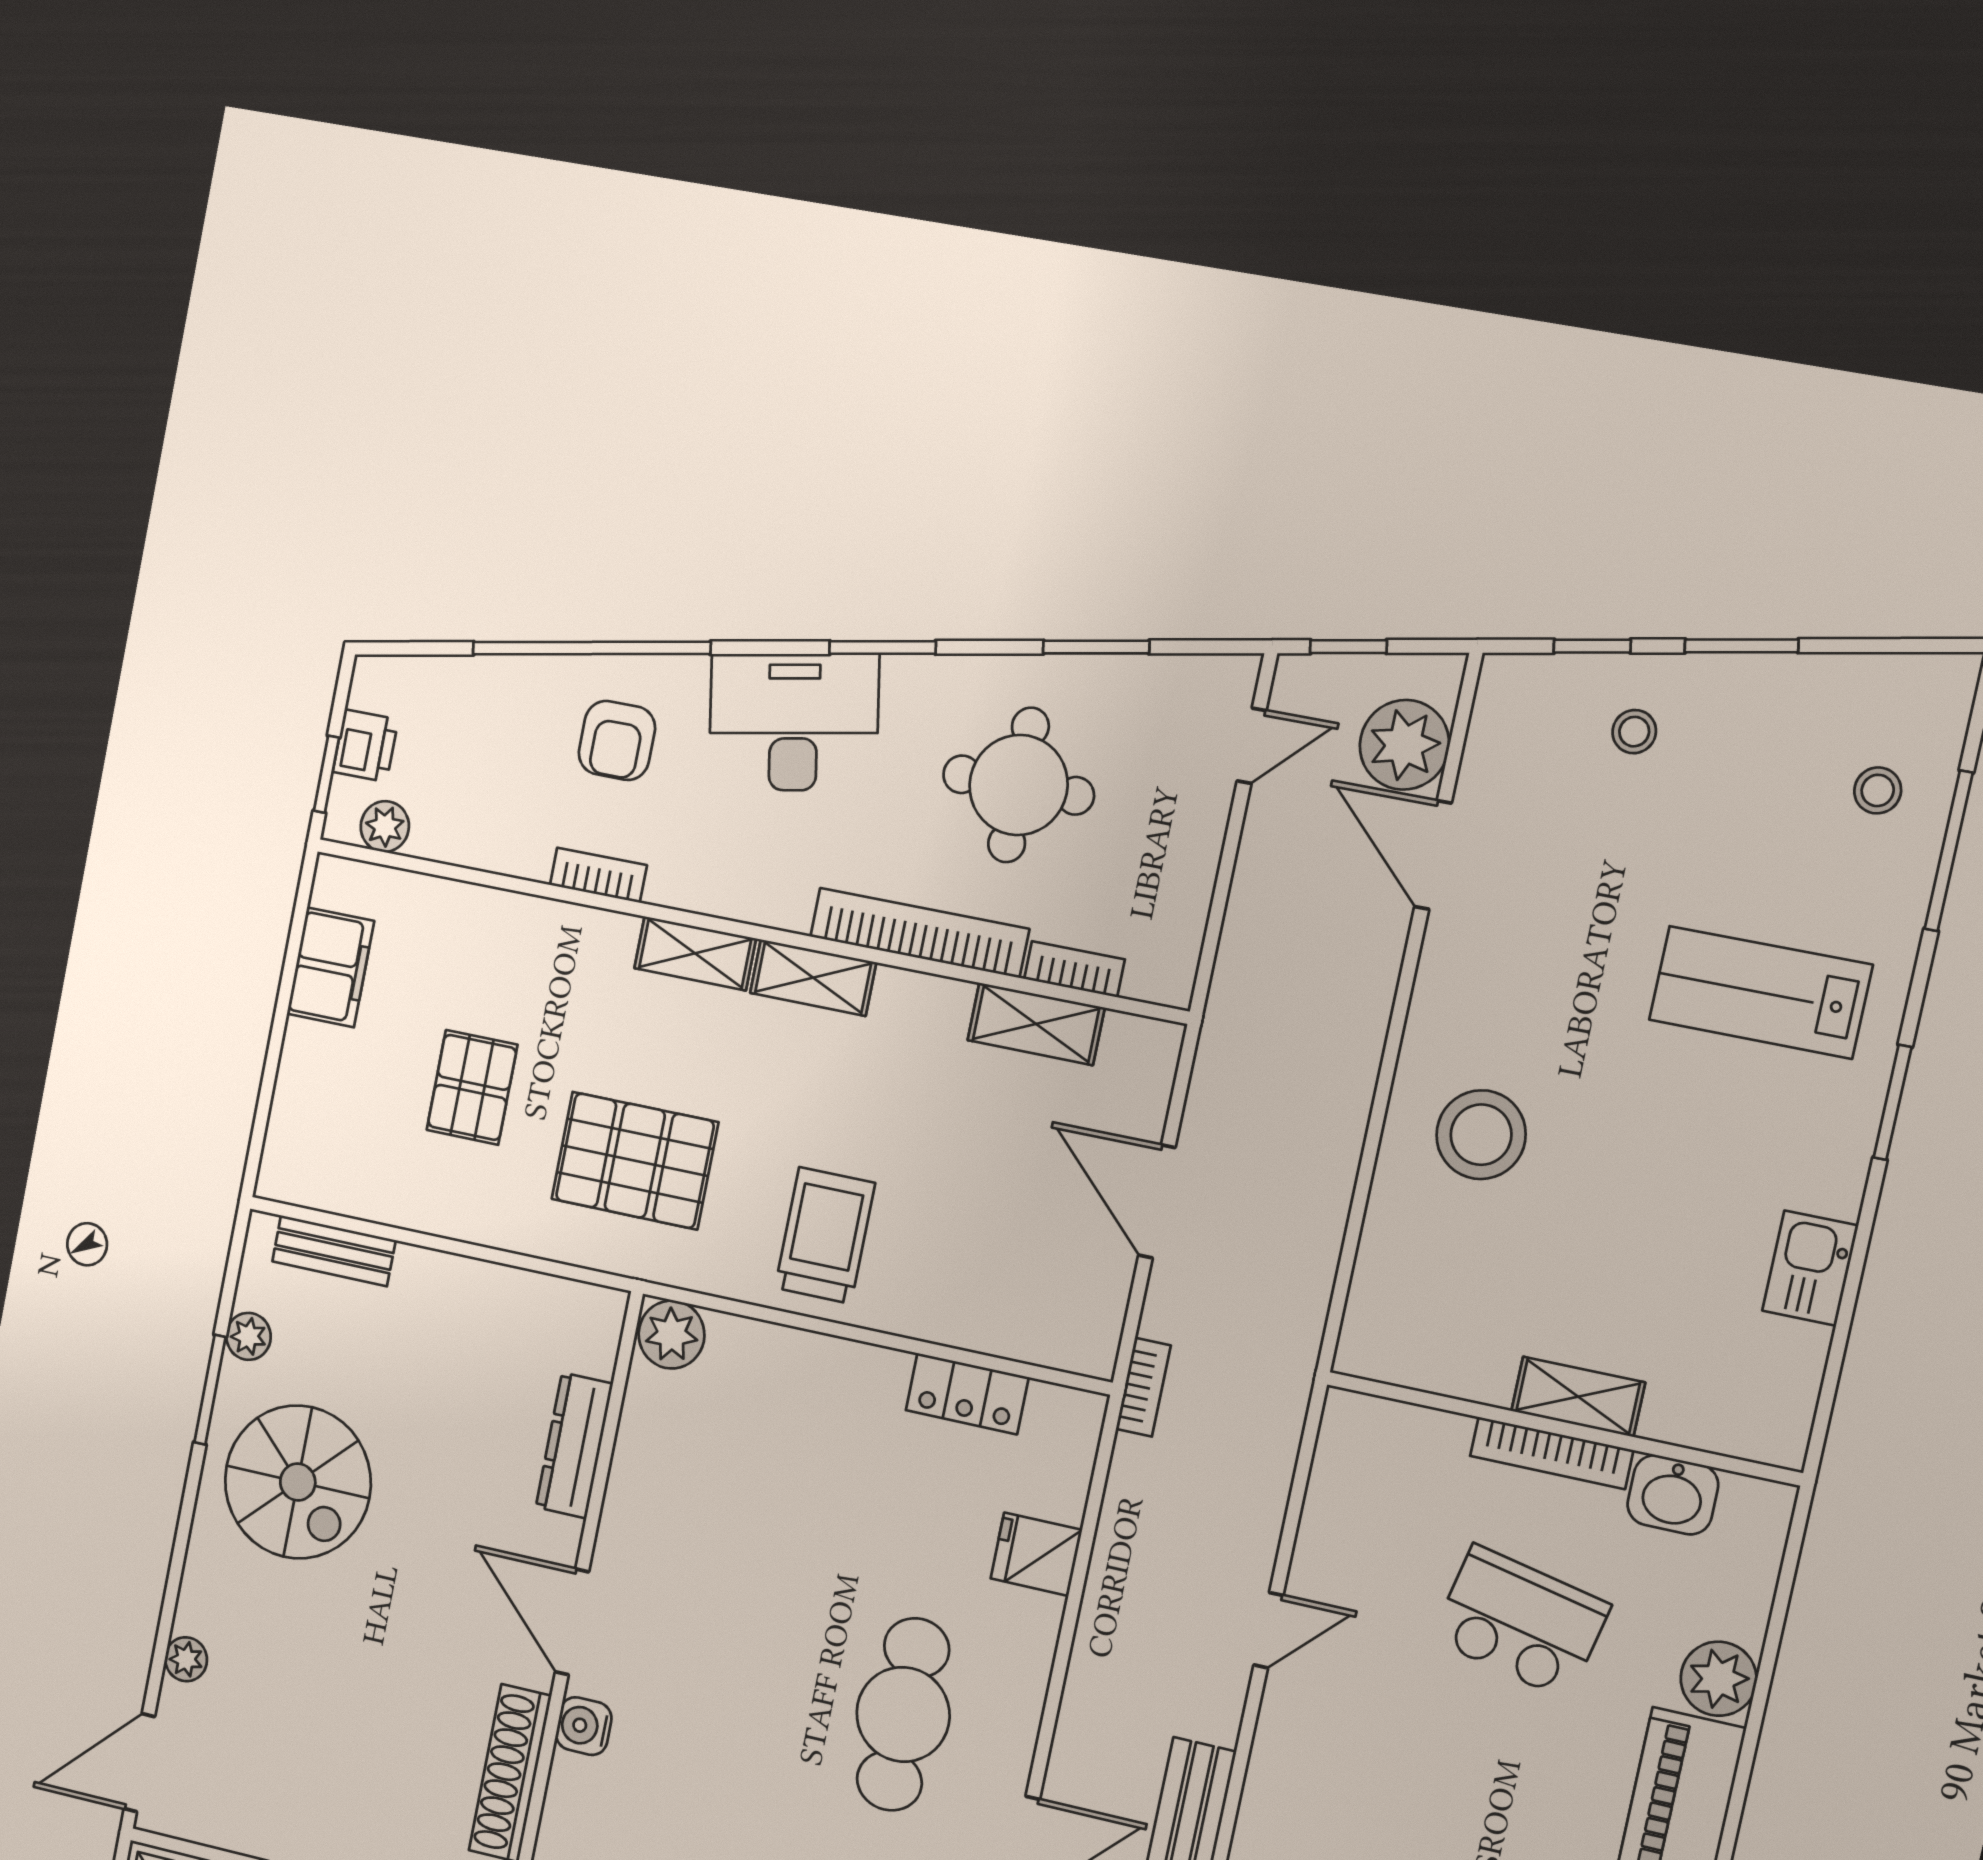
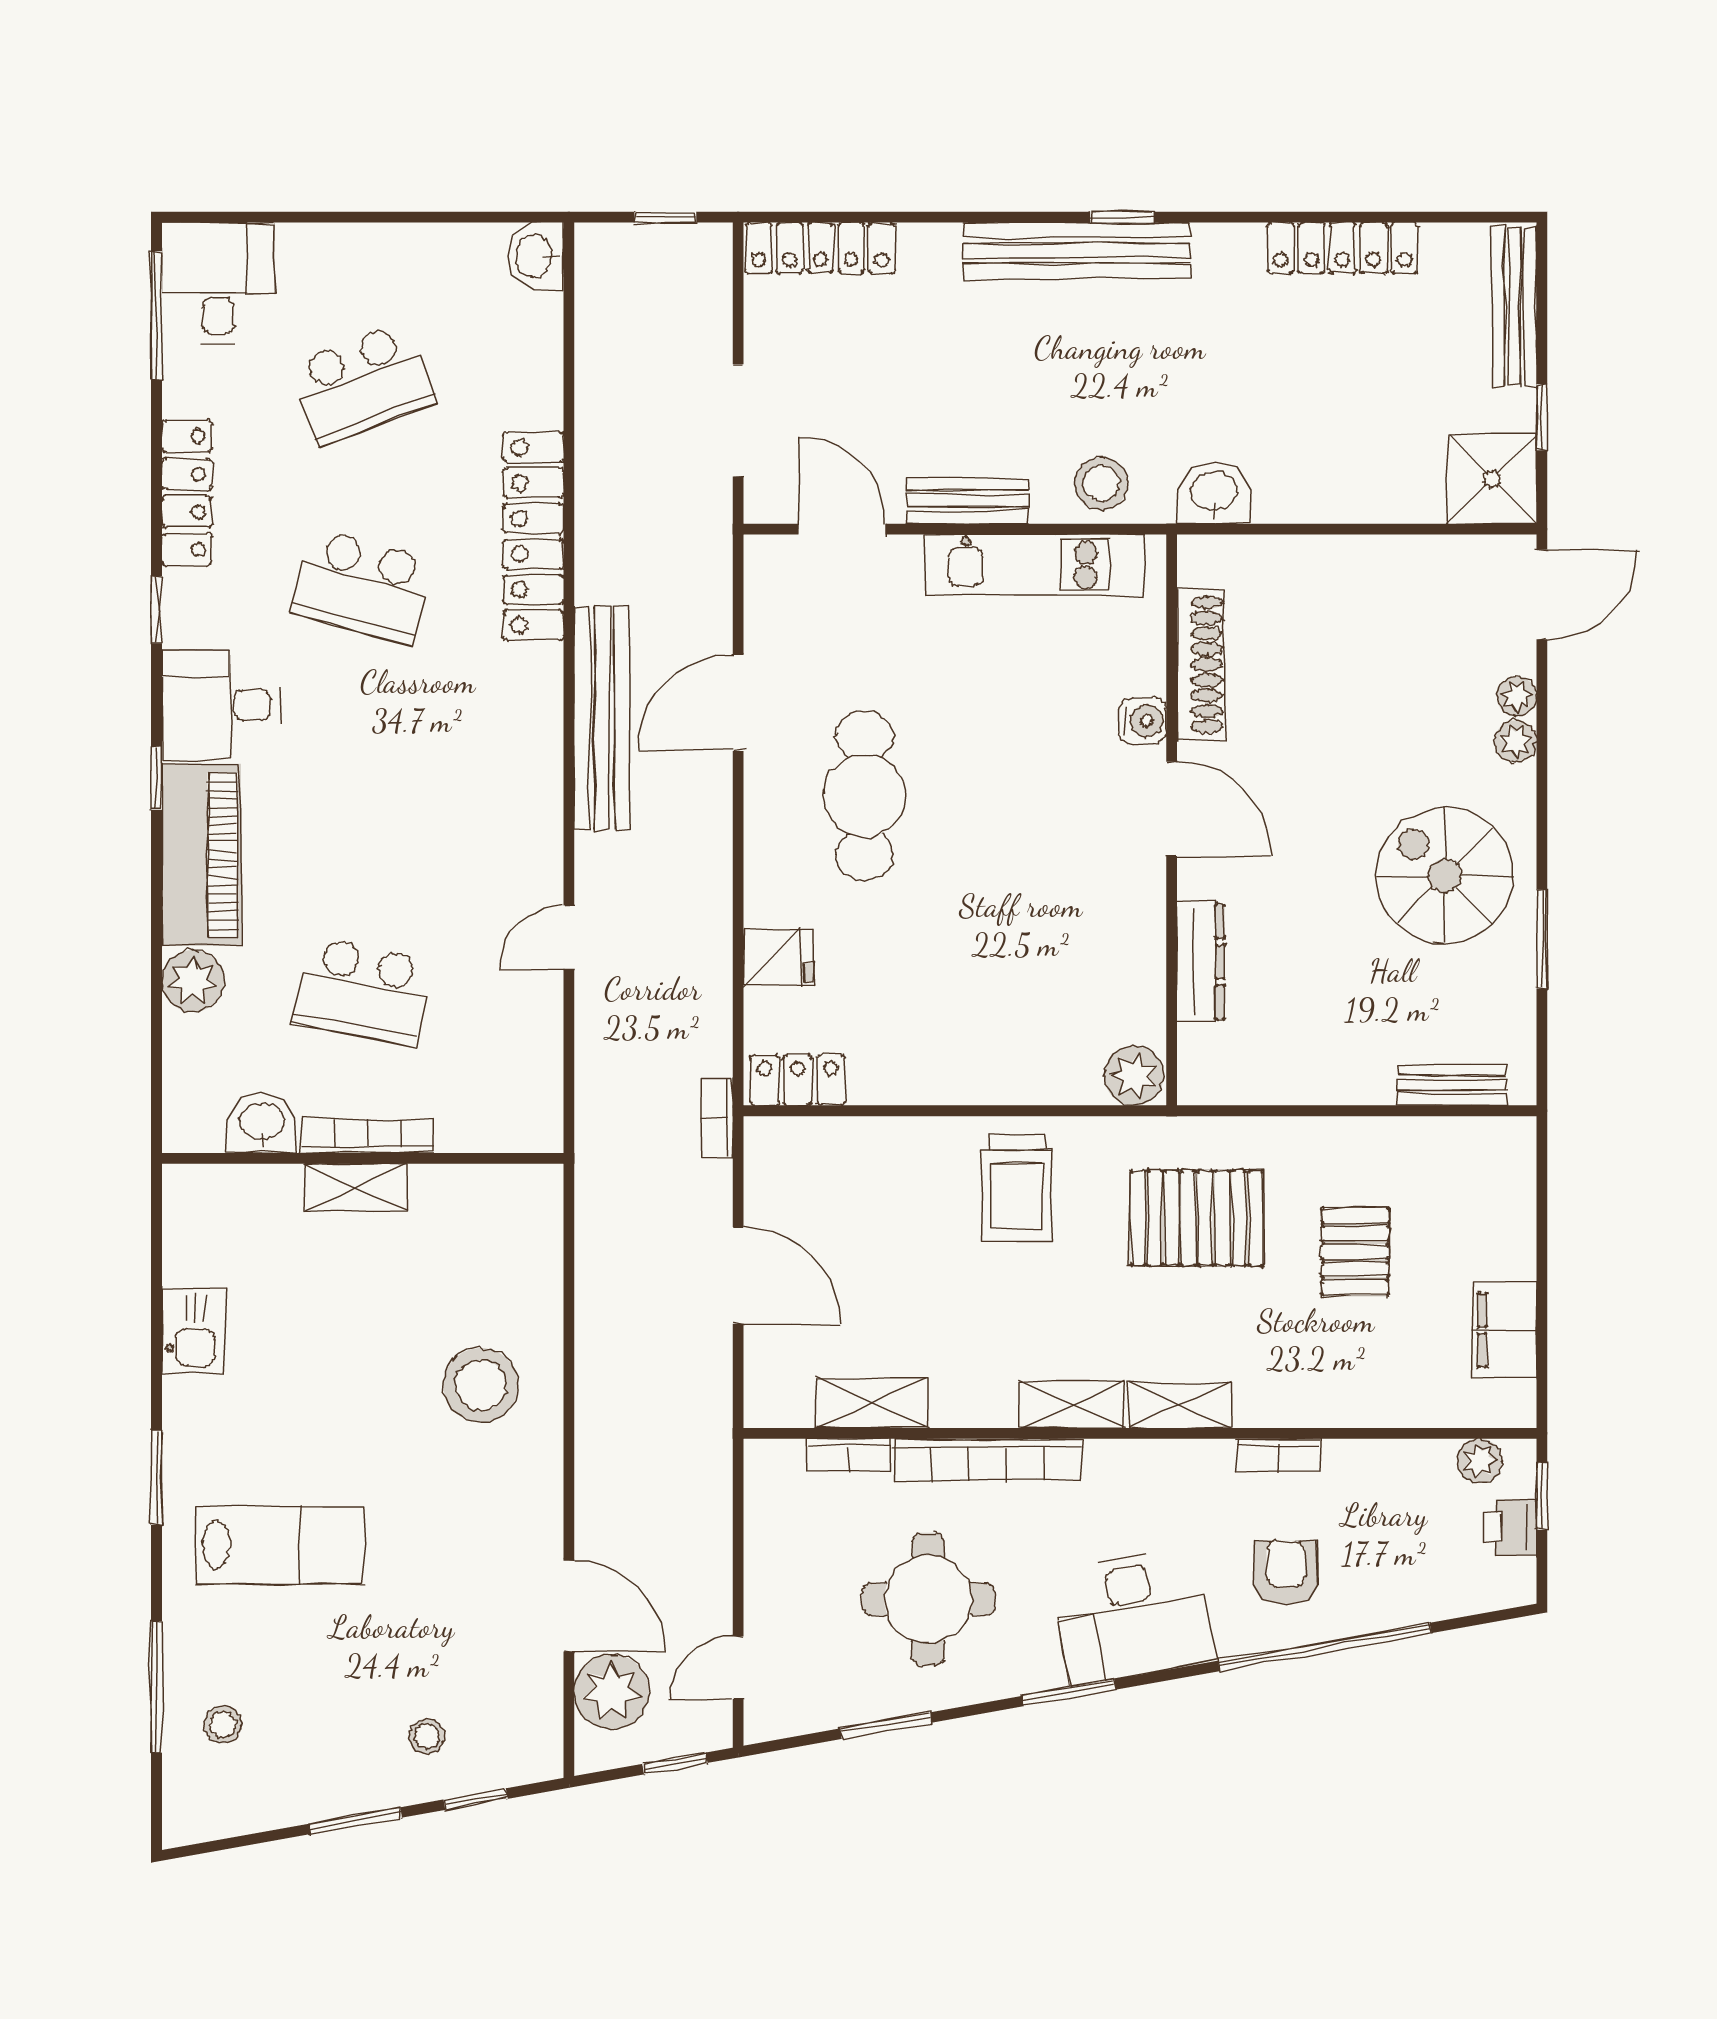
plant: (249, 1336) -> (1516, 741), moved
locker: (967, 1394) -> (798, 1080), moved

